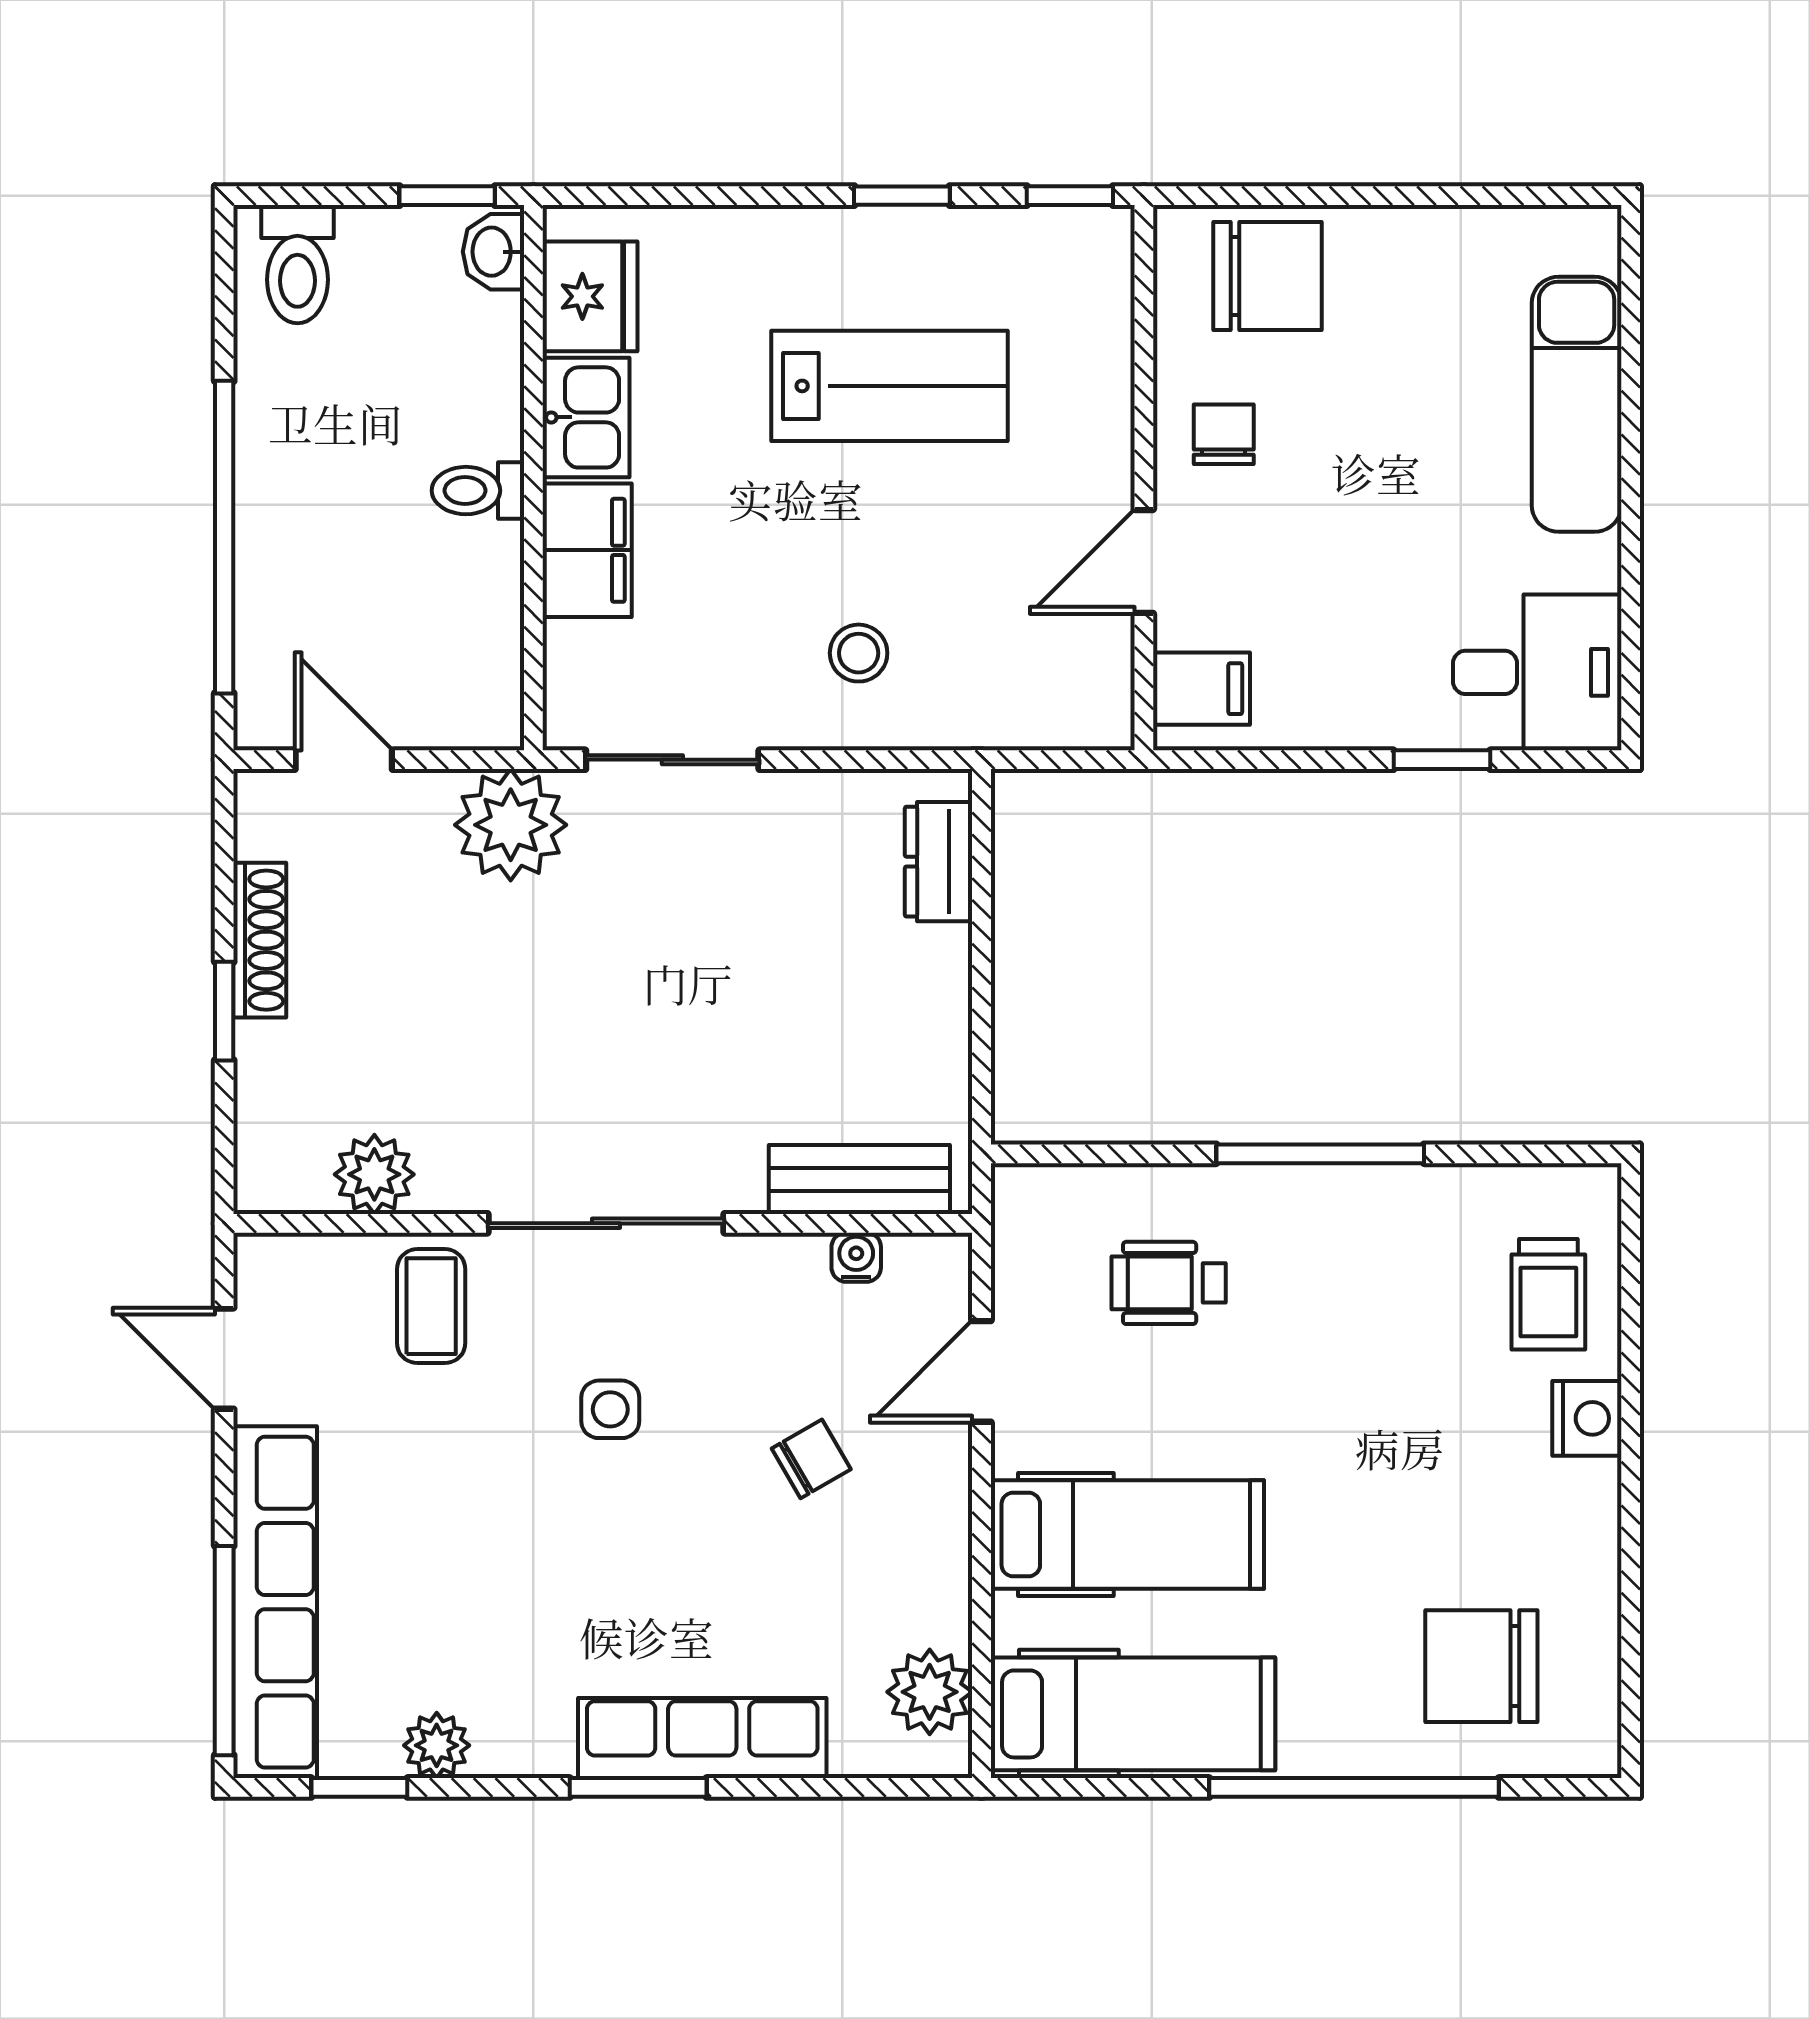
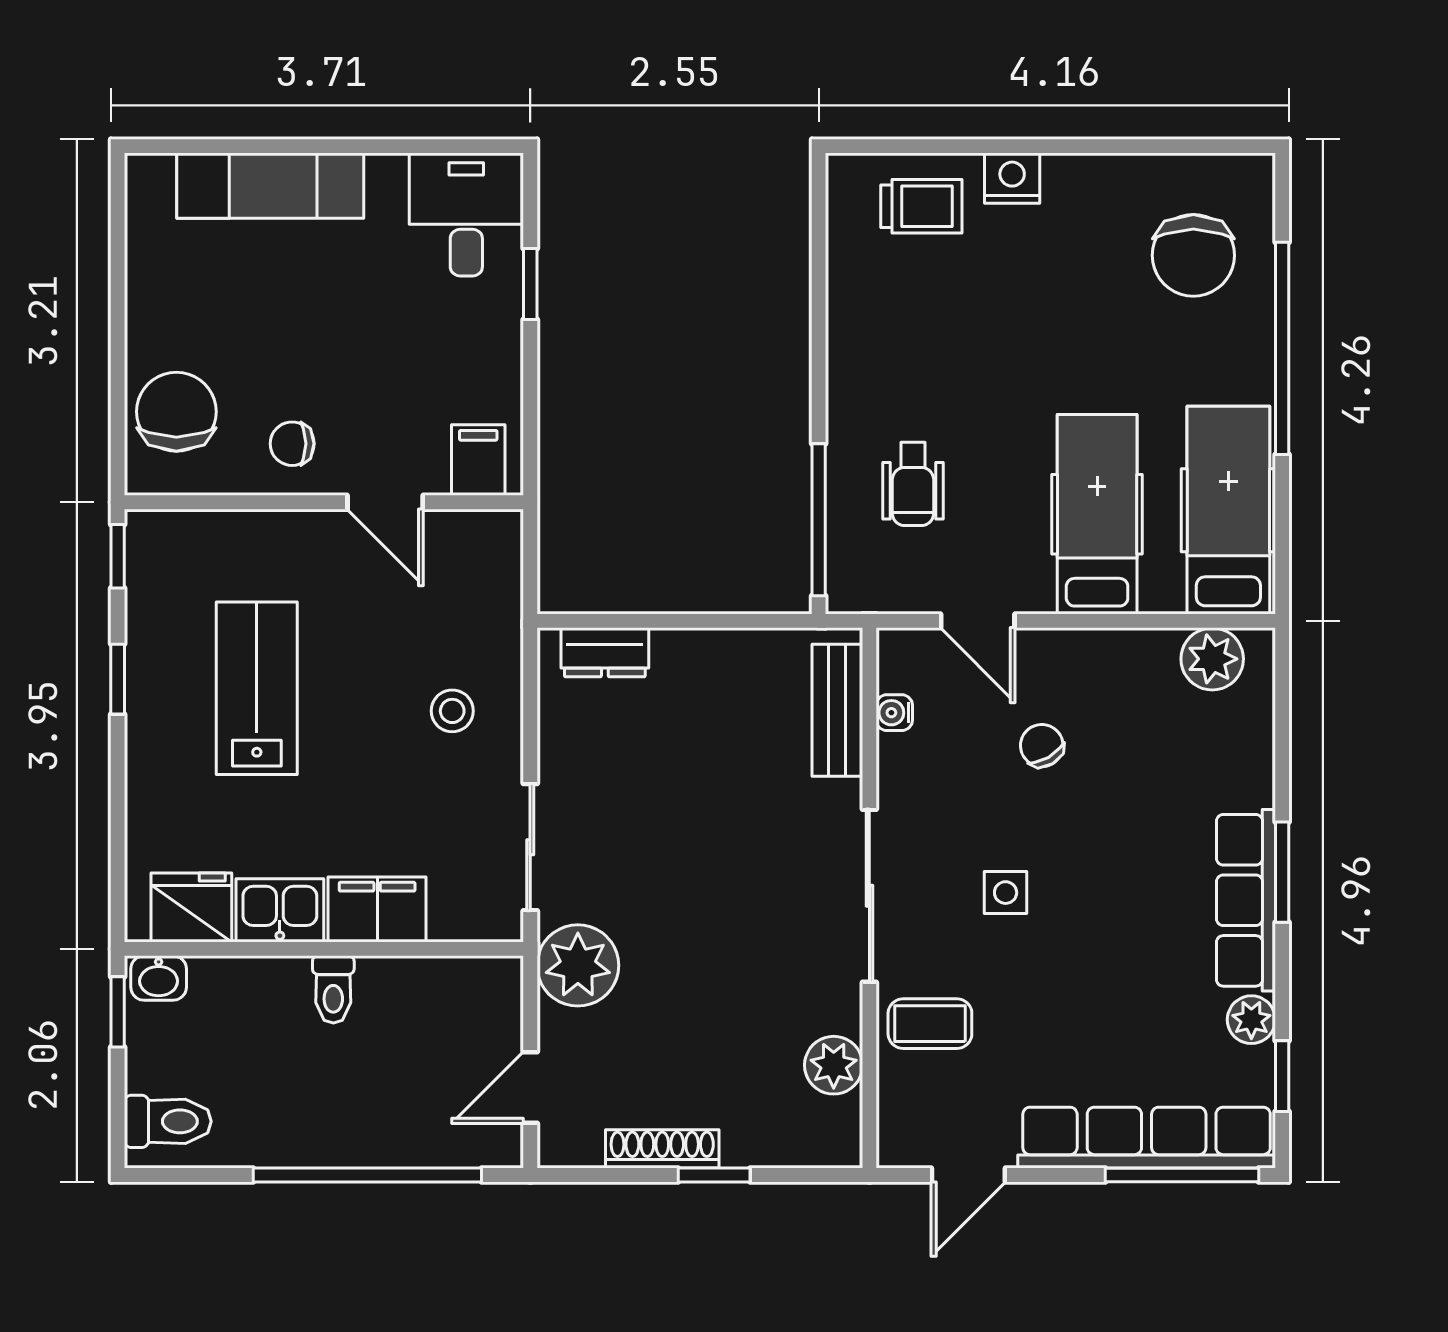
window: (1320, 1154) -> (819, 520), moved
row of seats: (702, 1738) -> (1246, 900), moved

